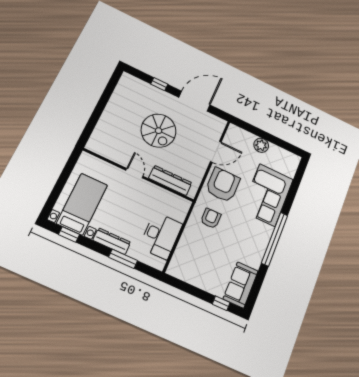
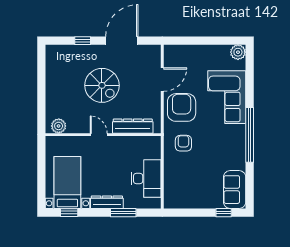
plant: (261, 145) -> (238, 52), moved
plant: (100, 147) -> (59, 126), added

